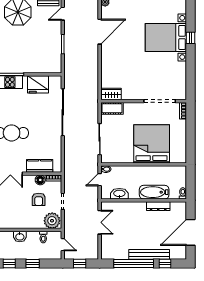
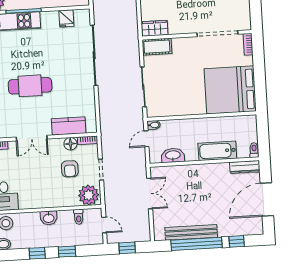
fridge: (38, 84) -> (66, 18), width x0.53, depth x0.75
bed: (152, 144) -> (230, 90), moved, turned -90
dresser: (158, 206) -> (245, 167), moved
bench: (149, 254) -> (191, 232), moved

